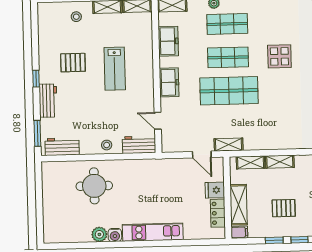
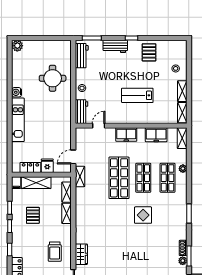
pallet: (73, 63) -> (149, 52), moved
plant: (99, 234) -> (17, 46), moved

